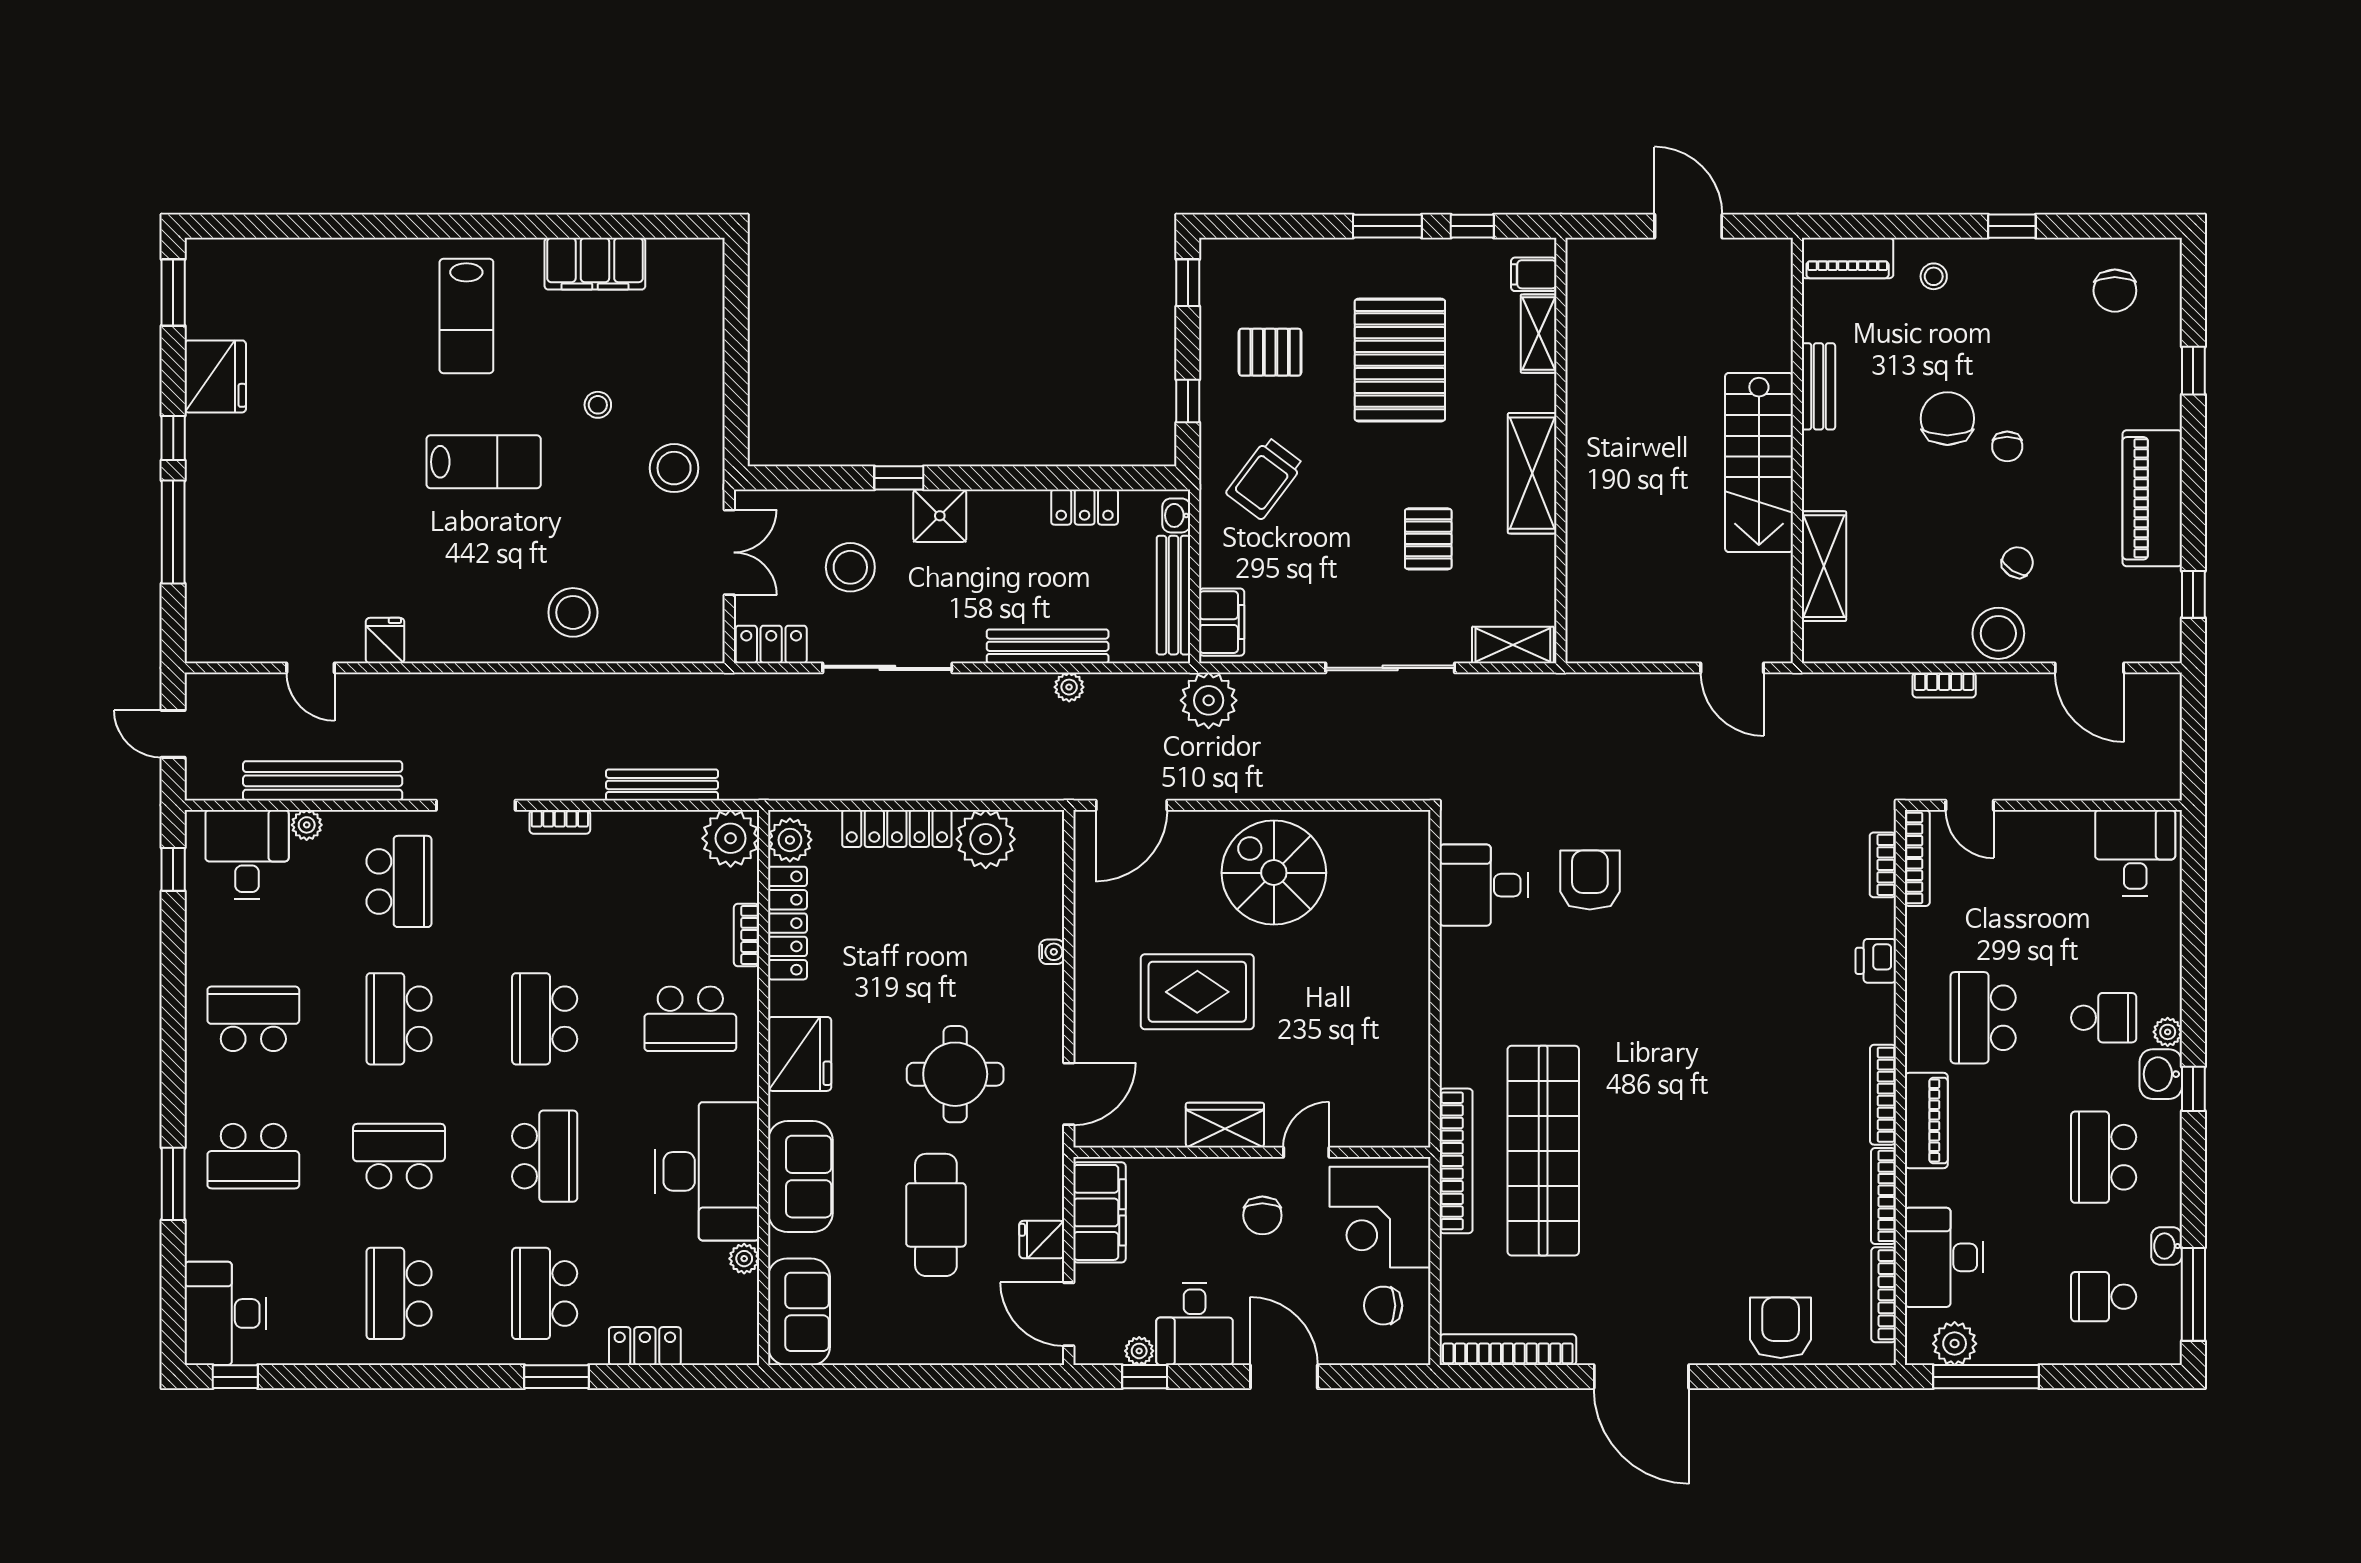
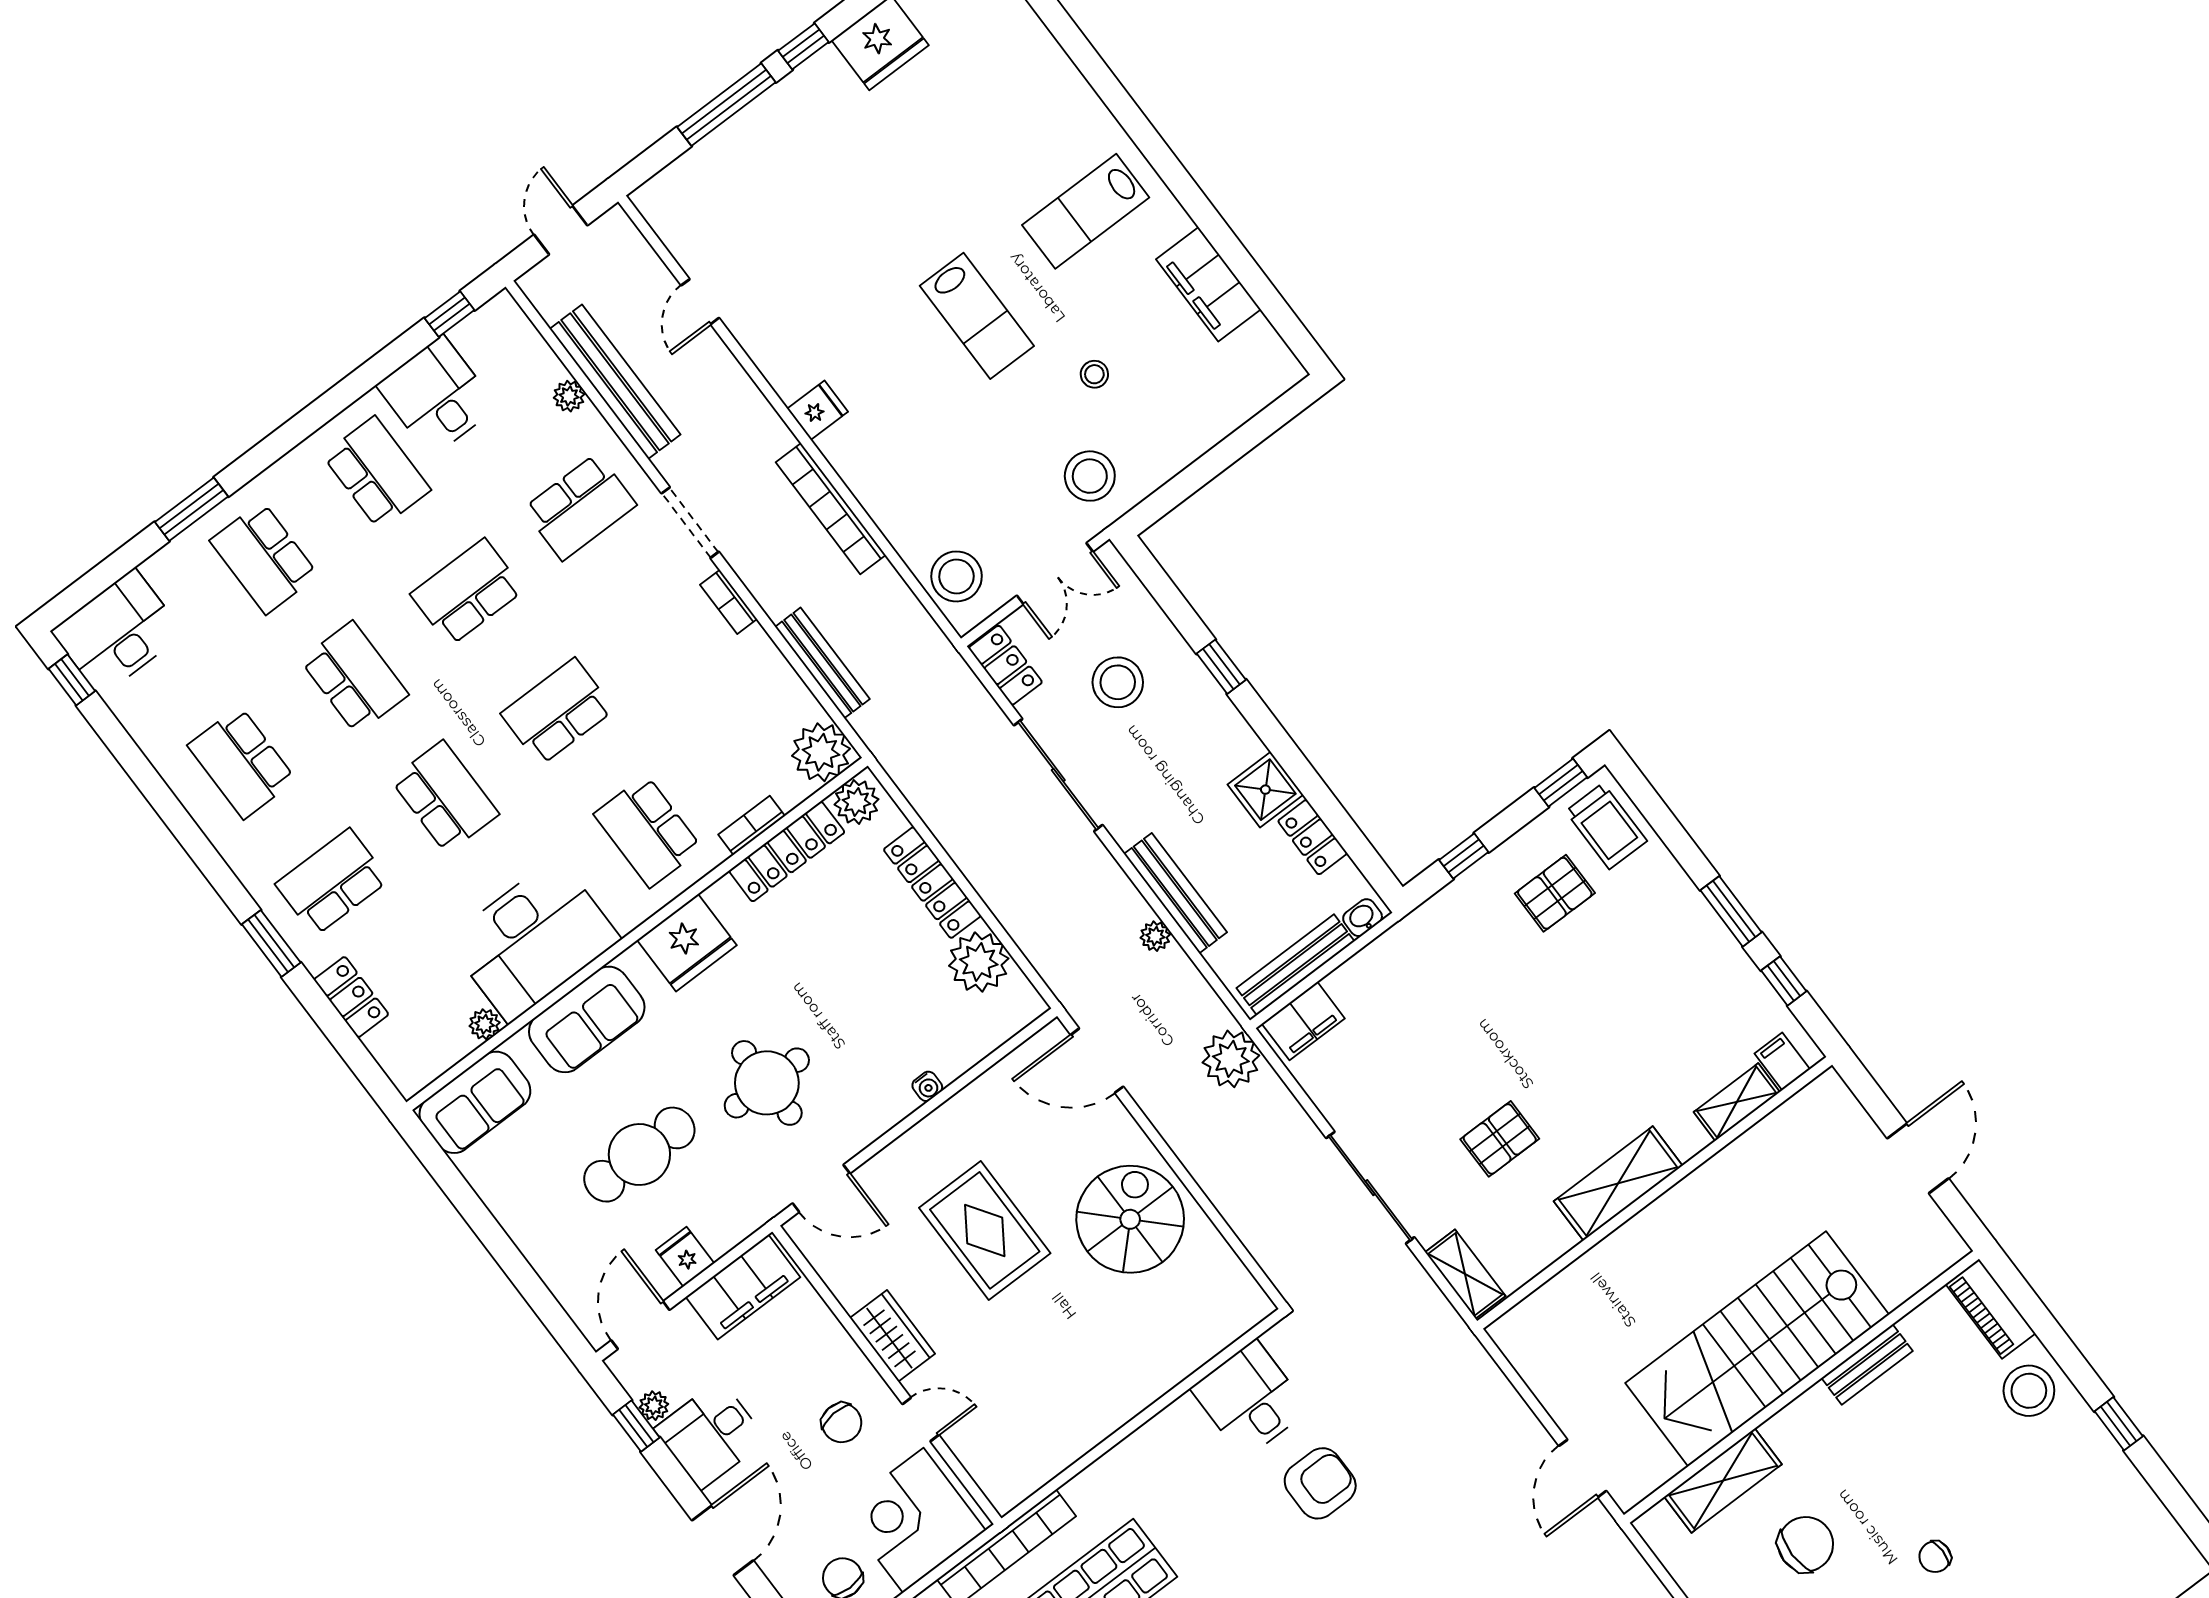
stool: (1934, 276) -> (2029, 1391), width x1.89, depth x1.89
chair: (2115, 291) -> (2130, 1548), removed
pallet: (1270, 352) -> (1555, 893), turned 90
pallet: (1400, 360) -> (1629, 1005), removed
chair: (1947, 419) -> (1806, 1544), moved
stairs: (1759, 462) -> (1757, 1349), width x1.36, depth x1.51
trolley: (1265, 479) -> (1606, 826), moved, turned -127
shower: (940, 516) -> (1265, 790), moved
stool: (573, 612) -> (957, 576), moved
fridge: (385, 641) -> (818, 410), moved
bookcase: (547, 688) -> (831, 509), added
desk: (247, 855) -> (437, 396), moved, turned -90
school desk: (545, 1156) -> (445, 797), turned -90
chair: (1262, 1215) -> (842, 1423), turned -94
school desk: (399, 1293) -> (242, 763), turned -90

